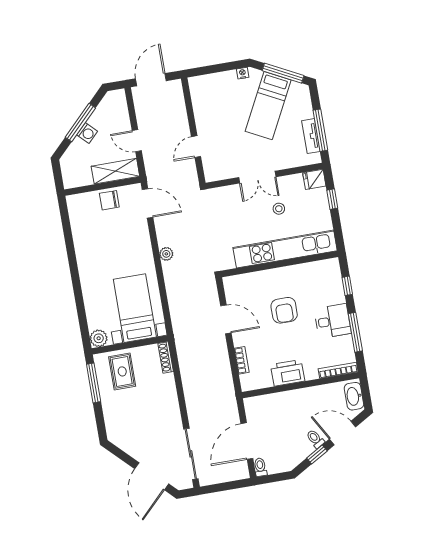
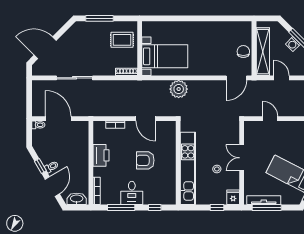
tv unit: (311, 136) -> (264, 200), width x1.41
door: (137, 141) -> (282, 78), hinge flipped
shelving: (115, 171) -> (263, 52), width x1.47
plant: (166, 254) -> (179, 89), moved, width x1.87, depth x1.87
door: (226, 319) -> (146, 119), hinge flipped
plant: (99, 338) -> (148, 27), removed
window: (94, 383) -> (100, 18), moved
sliding door: (191, 454) -> (75, 78), moved

